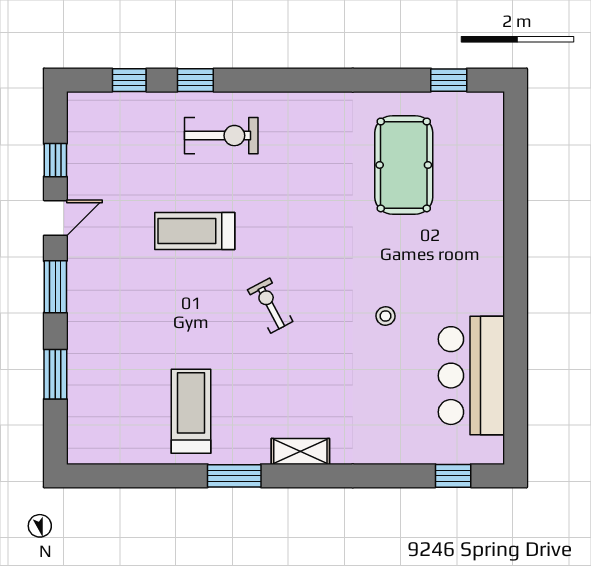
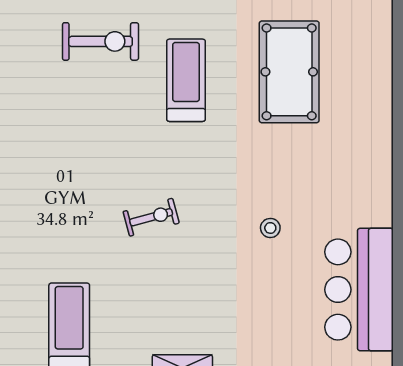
treadmill: (195, 231) -> (186, 80), moved, turned 90
exercise bike: (270, 306) -> (151, 217), turned 103

